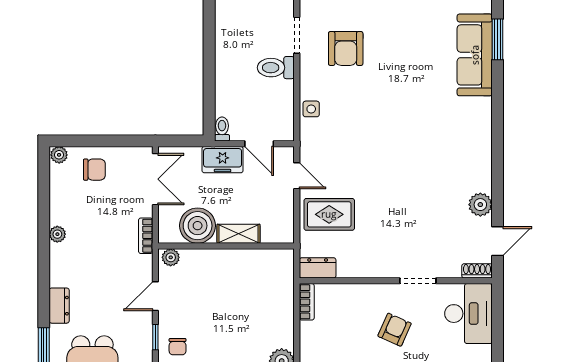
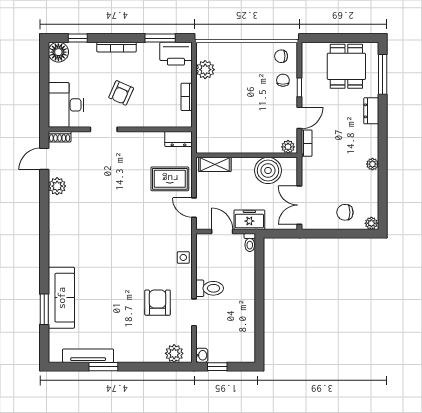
shelving: (238, 234) -> (215, 164), moved
bookcase: (146, 236) -> (307, 143), moved
bookcase: (307, 302) -> (187, 97), moved

